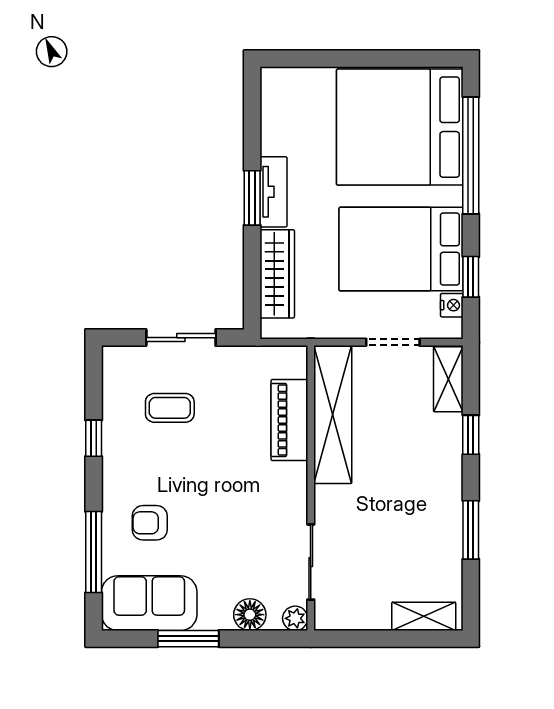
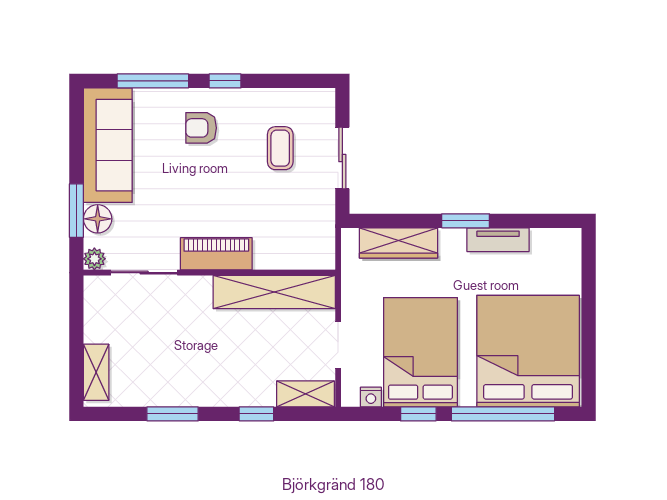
tv unit: (273, 192) -> (498, 240), moved
window: (471, 277) -> (418, 414), moved
piano: (289, 420) -> (216, 254), moved
window: (94, 438) -> (225, 81), moved
armchair: (150, 523) -> (201, 128), moved, turned -90
sofa: (149, 603) -> (108, 145), width x1.36
window: (188, 639) -> (76, 211), moved

